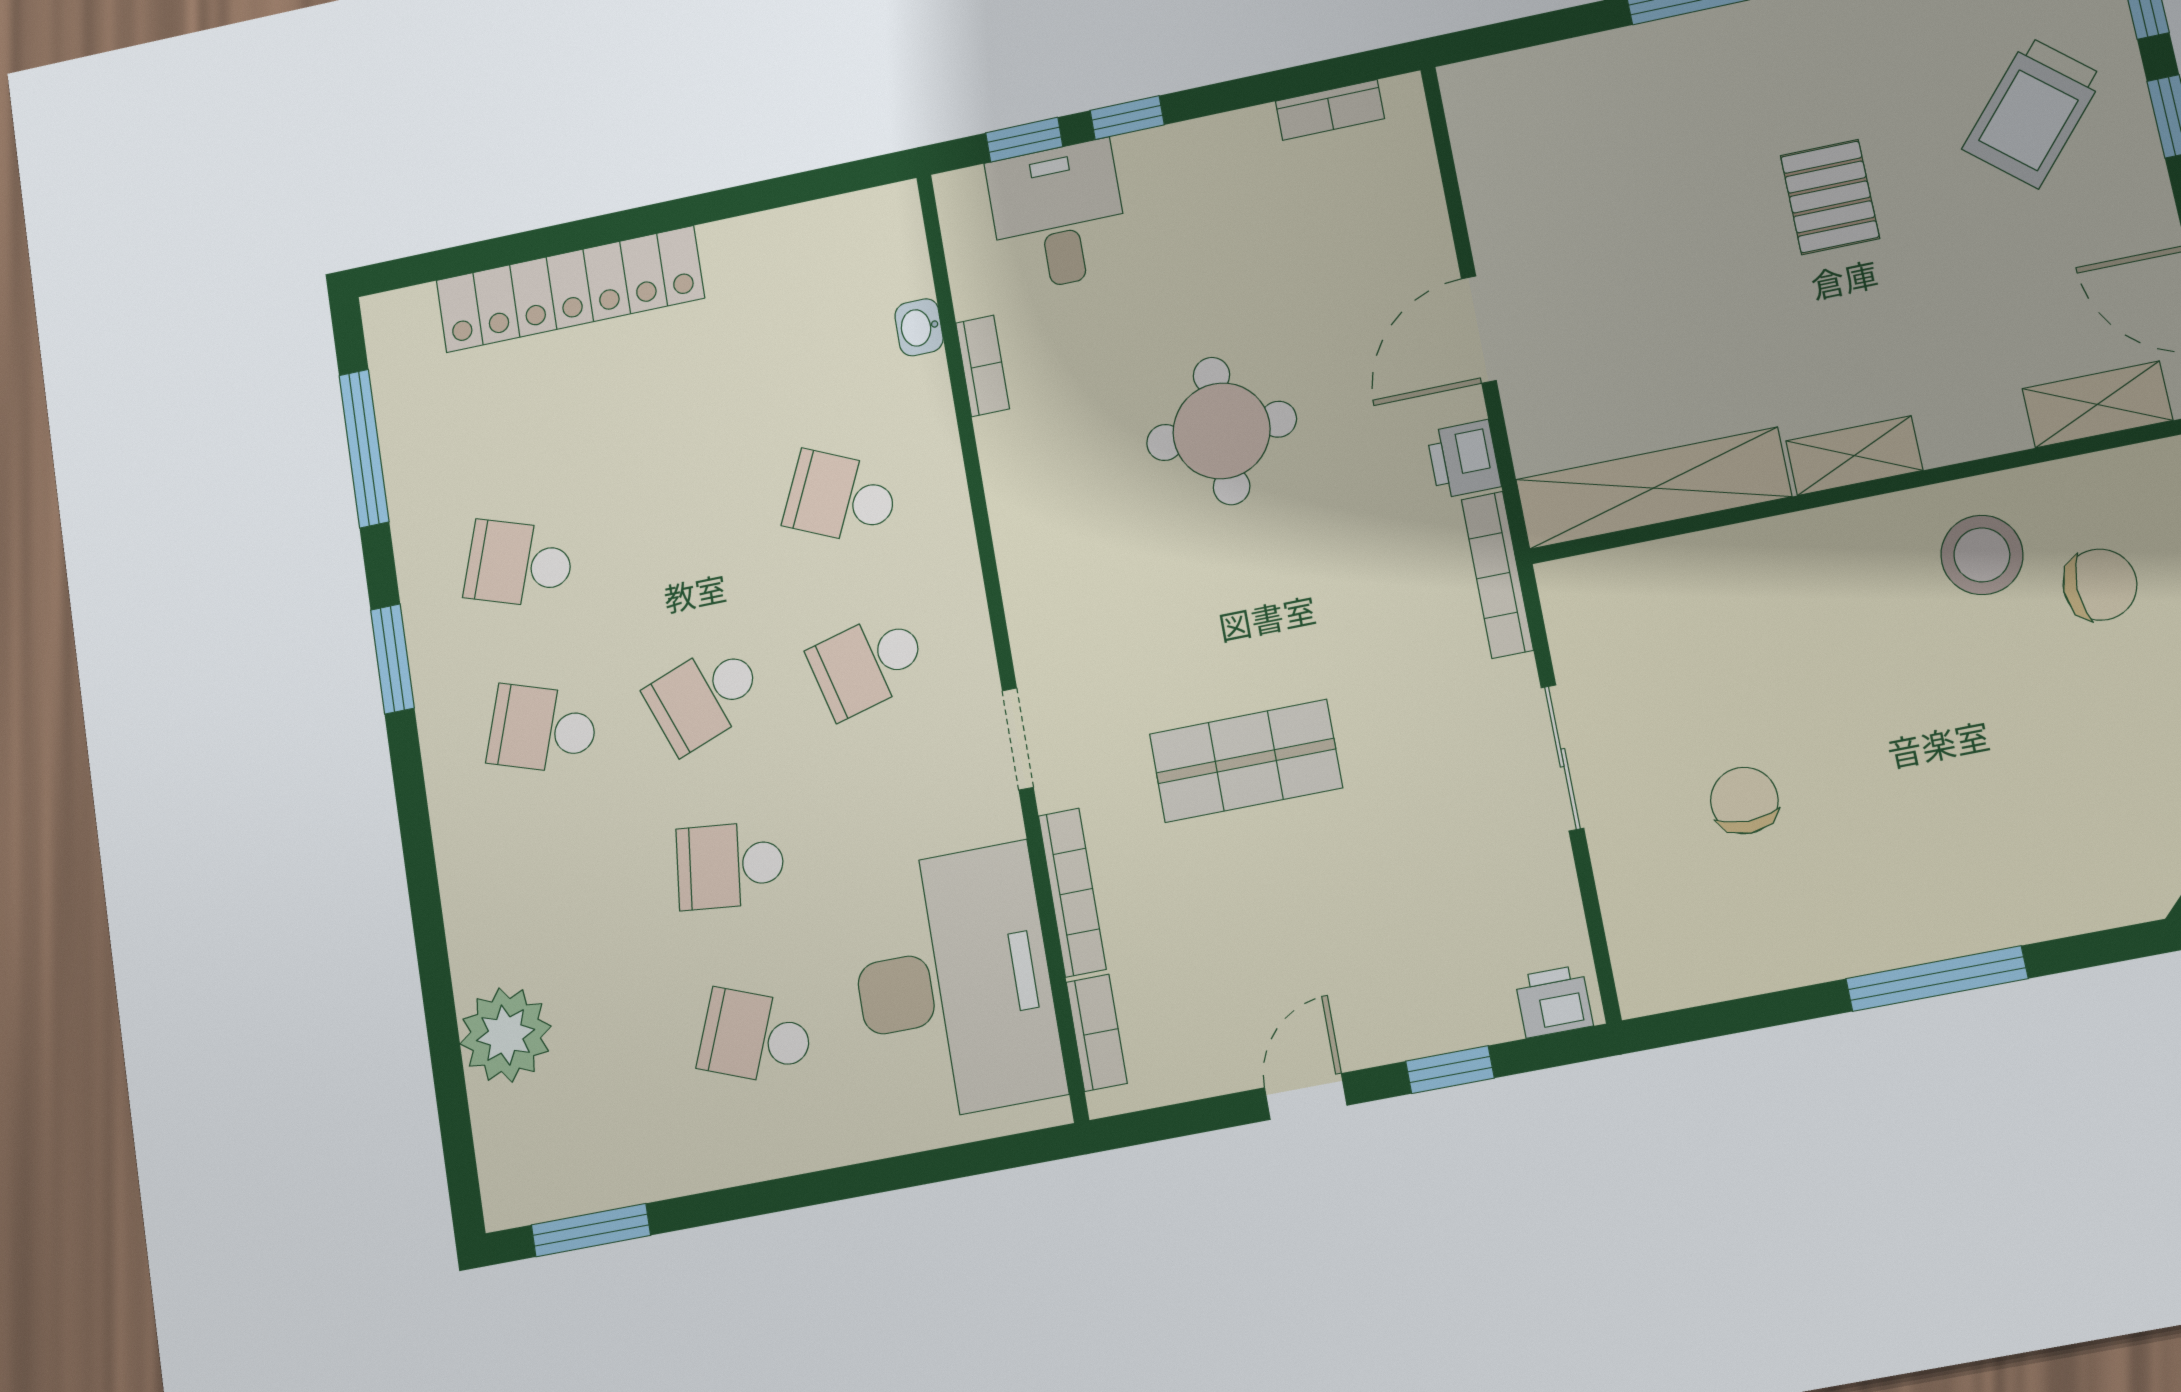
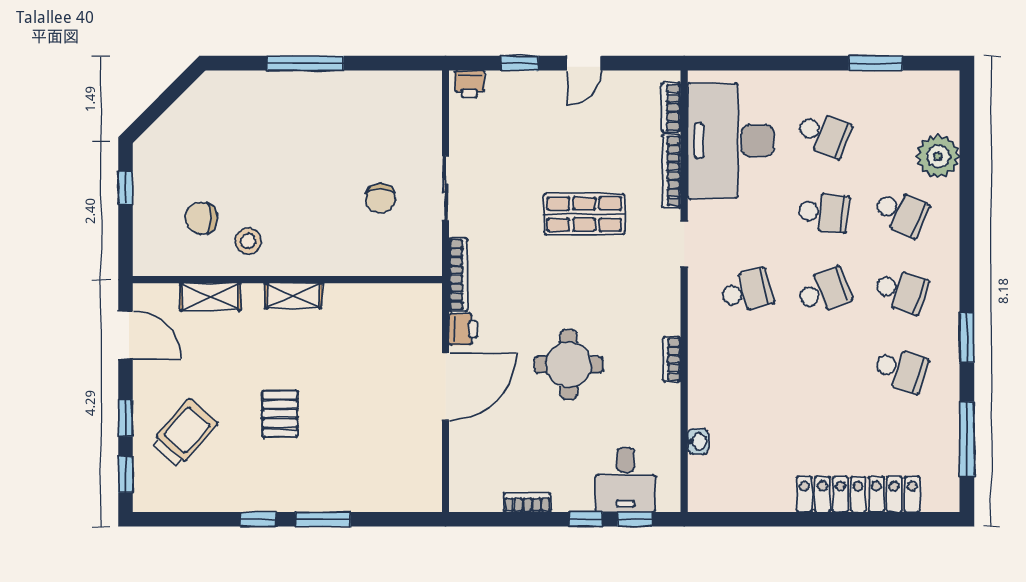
bookcase: (1330, 110) -> (527, 502), moved
door: (1479, 329) -> (446, 387), width x1.36
bookcase: (983, 366) -> (672, 359), moved
shelving: (2097, 404) -> (210, 297), moved
shelving: (1653, 488) -> (383, 299), removed
school desk: (841, 498) -> (901, 213), moved
stool: (1982, 555) -> (248, 241), width x0.73, depth x0.73
chair: (1744, 800) -> (380, 199), moved
window: (591, 1230) -> (876, 63), moved

